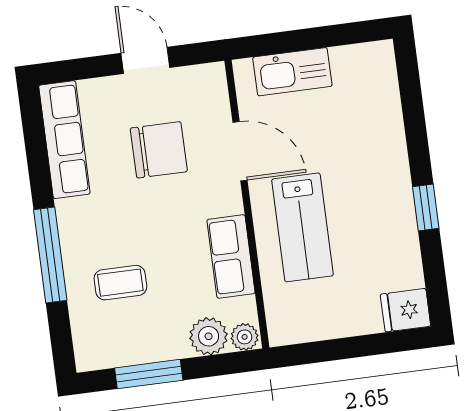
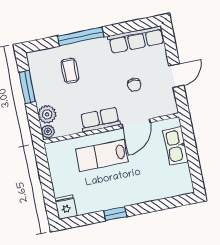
chair: (159, 150) -> (134, 85), width x0.54, depth x0.54
row of seats: (231, 256) -> (100, 120), moved

